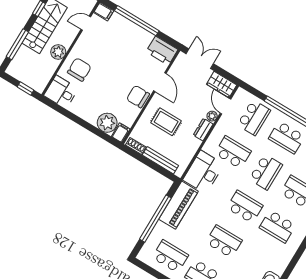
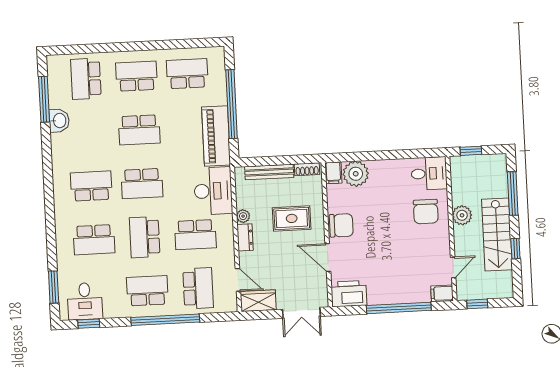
plant: (212, 116) -> (243, 216), moved
school desk: (254, 118) -> (198, 288), turned 180
school desk: (170, 256) -> (187, 74), turned 180

